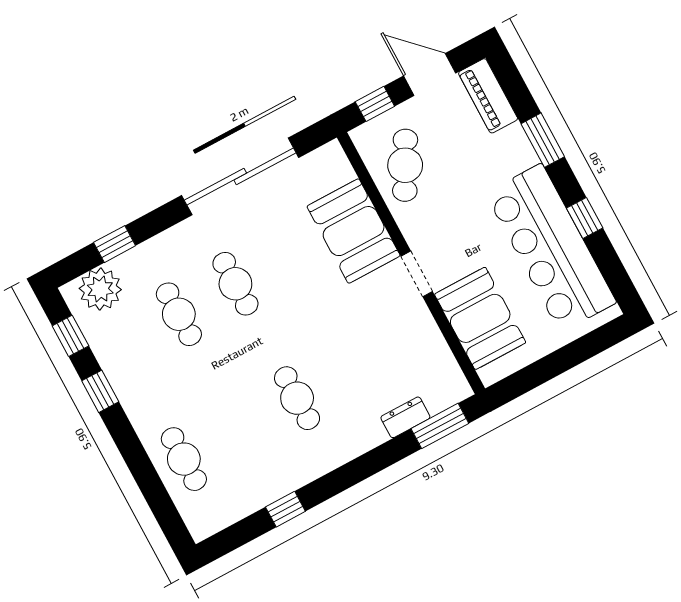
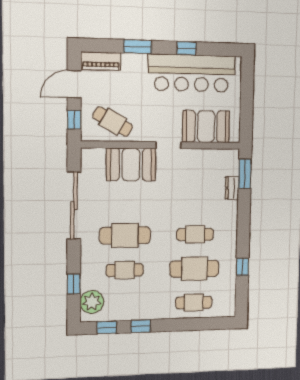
cafe table: (235, 284) -> (125, 235), width x1.37, depth x1.35
cafe table: (240, 429) -> (194, 269), added

